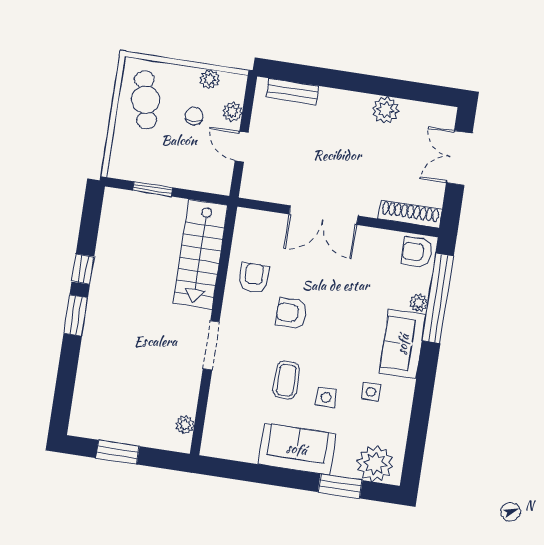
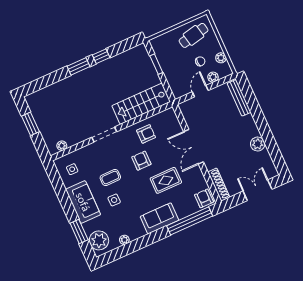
bench: (292, 92) -> (239, 98), width x1.36
rug: (349, 294) -> (166, 180), added
plant: (419, 303) -> (124, 240), moved
side table: (371, 392) -> (72, 169), moved

